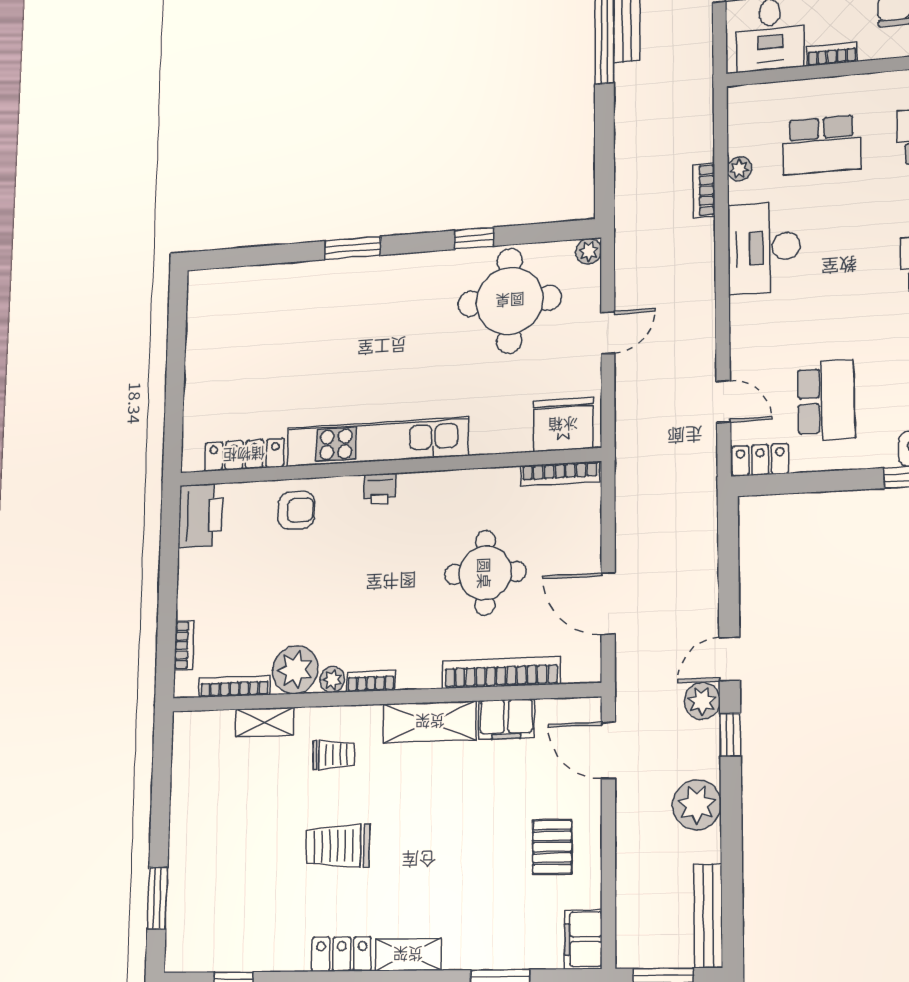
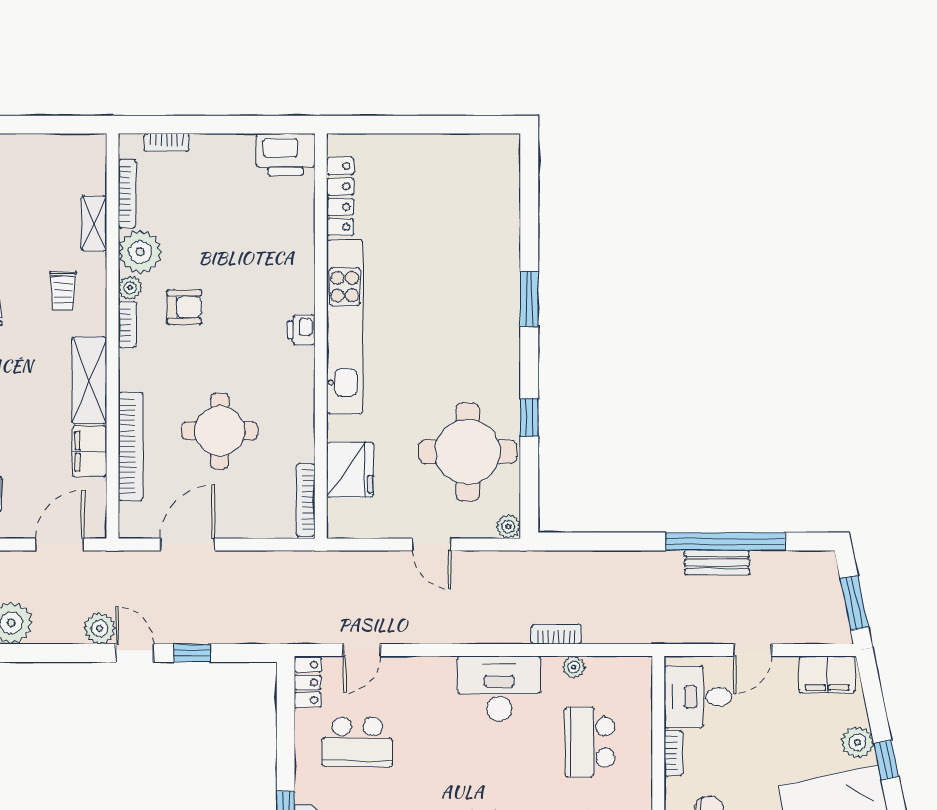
fridge: (563, 425) -> (350, 470), moved
armchair: (296, 510) -> (184, 307), moved, turned -90
window: (730, 735) -> (192, 653), moved

